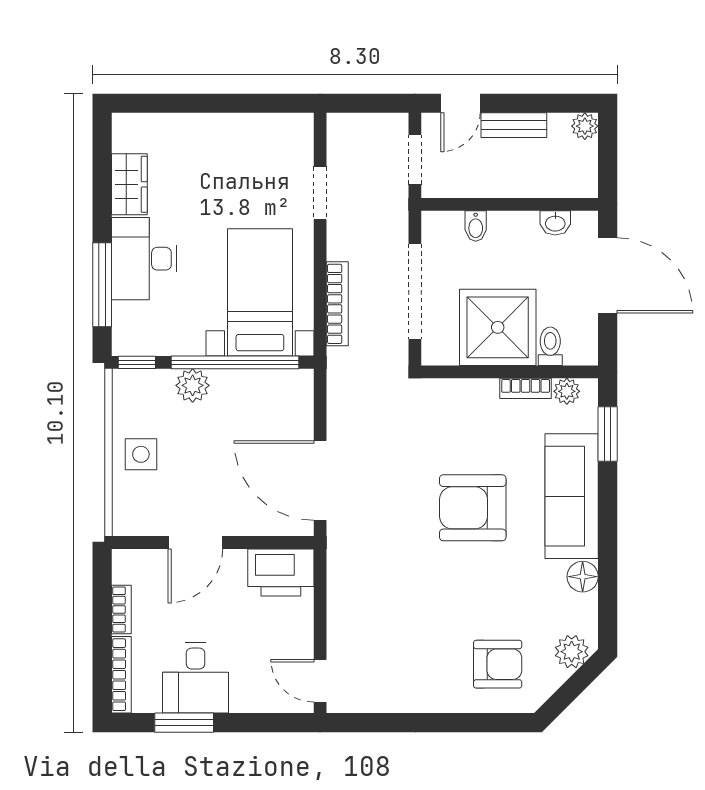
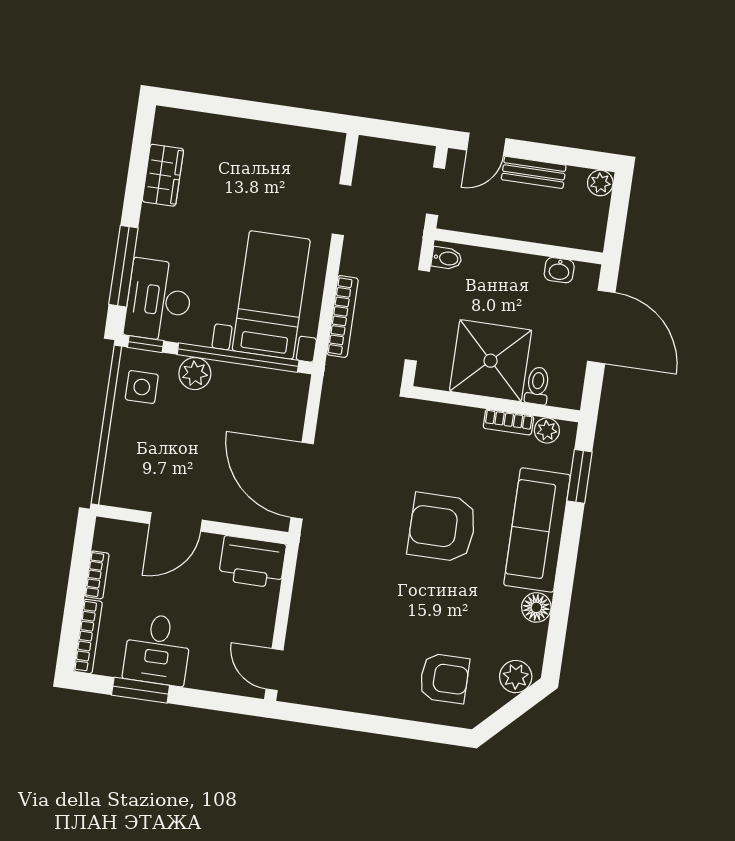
bidet: (476, 226) -> (447, 258), moved, turned -90
desk: (144, 259) -> (159, 300), moved
side table: (141, 454) -> (142, 387), moved

